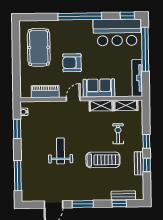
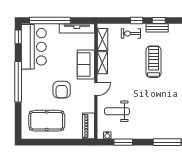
piano: (45, 92) -> (88, 126), moved
door: (73, 99) -> (96, 89), swing flipped
exercise bike: (118, 134) -> (131, 34), moved
weight bench: (61, 151) -> (117, 111), moved

